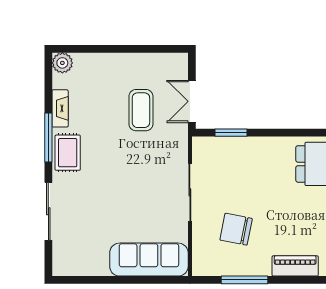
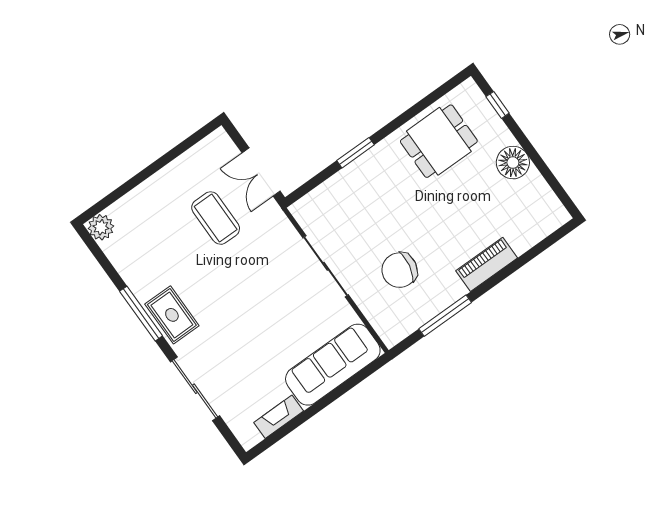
fireplace: (60, 108) -> (279, 417), moved, turned -90
window: (231, 133) -> (355, 153), moved

